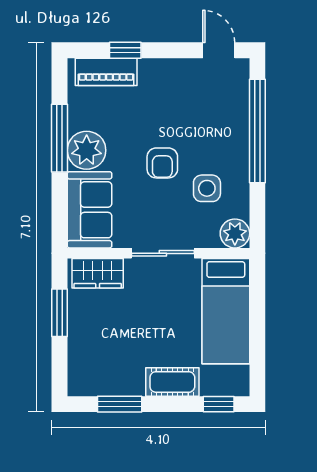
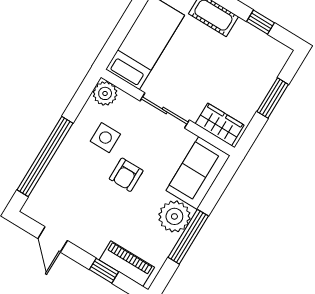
door: (219, 50) -> (53, 239), moved
armchair: (162, 163) -> (126, 175), turned 180
window: (60, 313) -> (273, 98), moved
window: (120, 404) -> (261, 22), width x0.67

